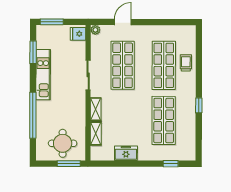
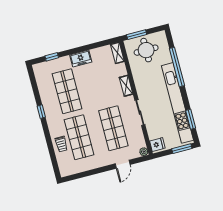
kitchen unit: (43, 75) -> (177, 103), width x1.86
shelving: (96, 134) -> (117, 53), moved
freezer: (126, 153) -> (81, 58), moved

